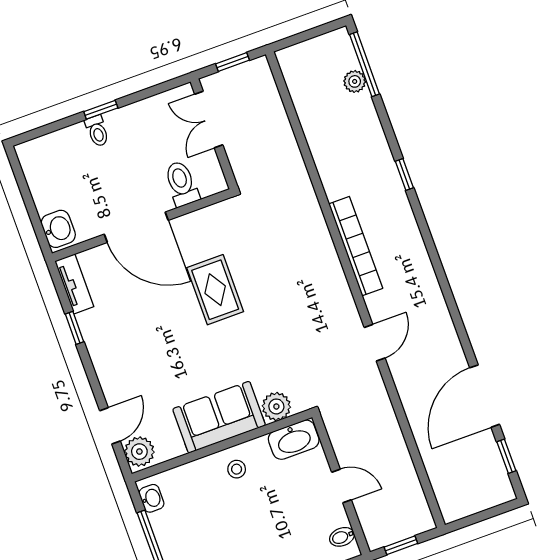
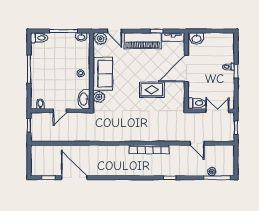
toilet: (182, 184) -> (197, 103), moved
door: (375, 343) -> (197, 143), moved
piano: (109, 352) -> (143, 41), added

